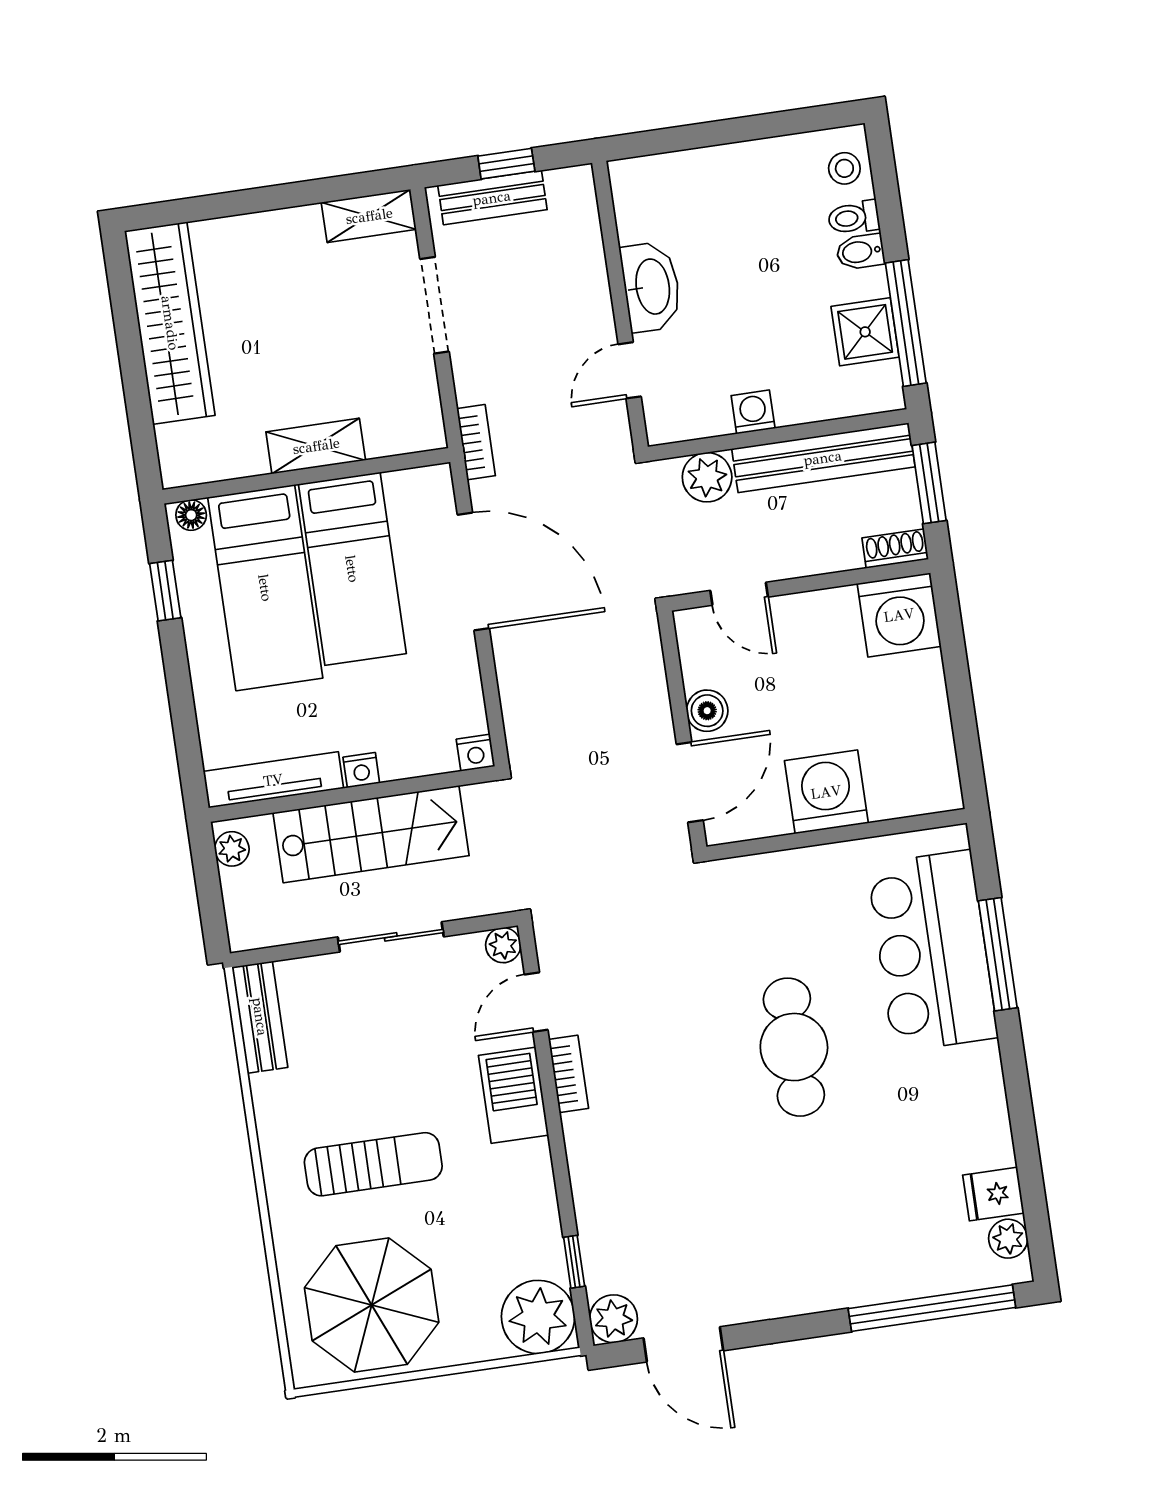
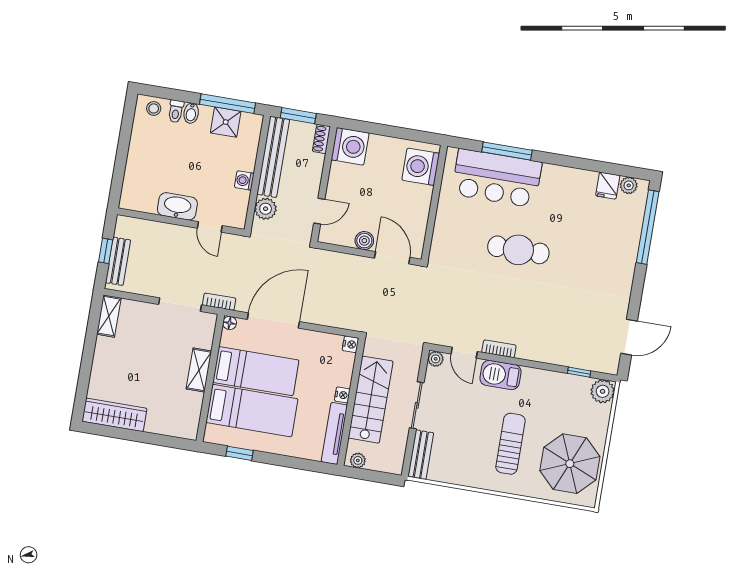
doorway: (434, 305) -> (180, 305), moved
wardrobe: (170, 323) -> (114, 415), width x0.71, depth x0.85
floor lamp: (191, 515) -> (230, 323), moved
washing machine: (826, 792) -> (421, 167), moved
bench: (260, 1017) -> (421, 455), moved, turned 90
plant: (538, 1317) -> (603, 391), width x0.73, depth x0.73
plant: (613, 1319) -> (609, 363), removed

